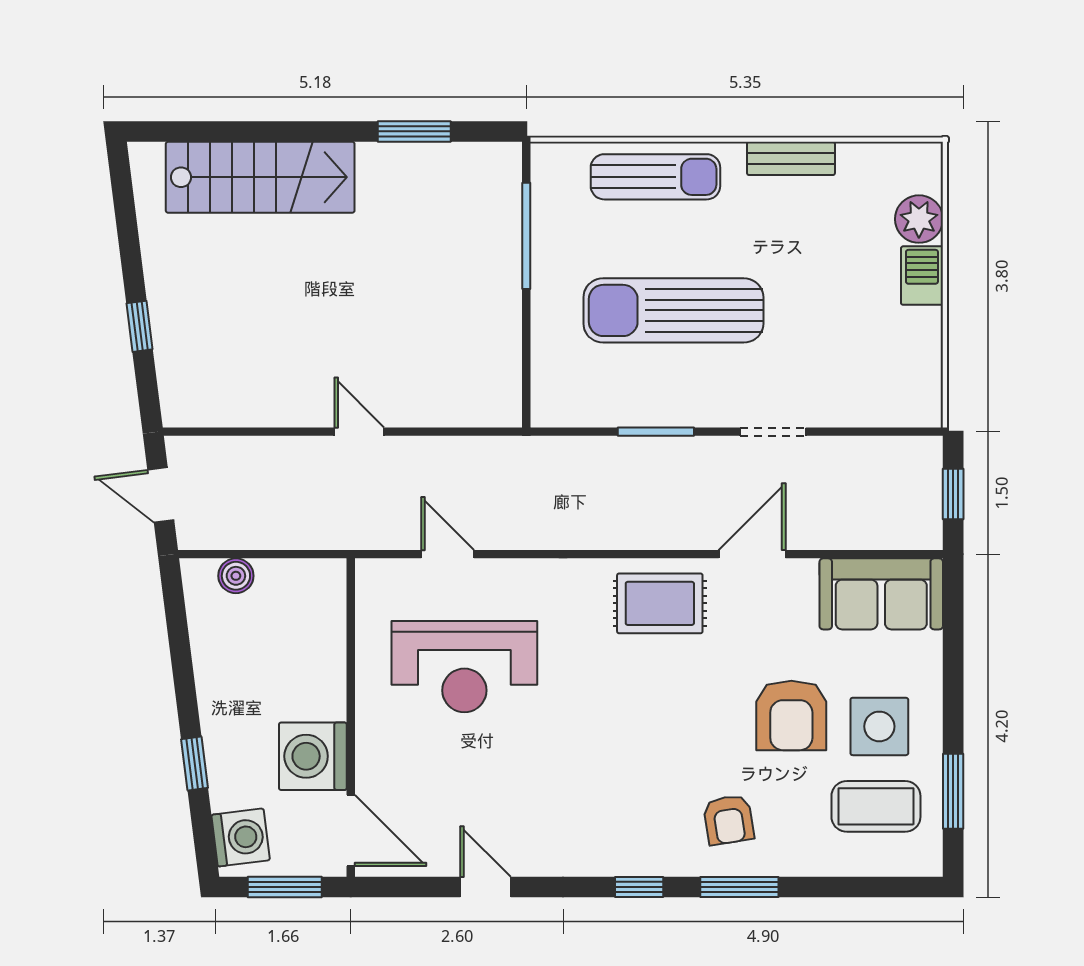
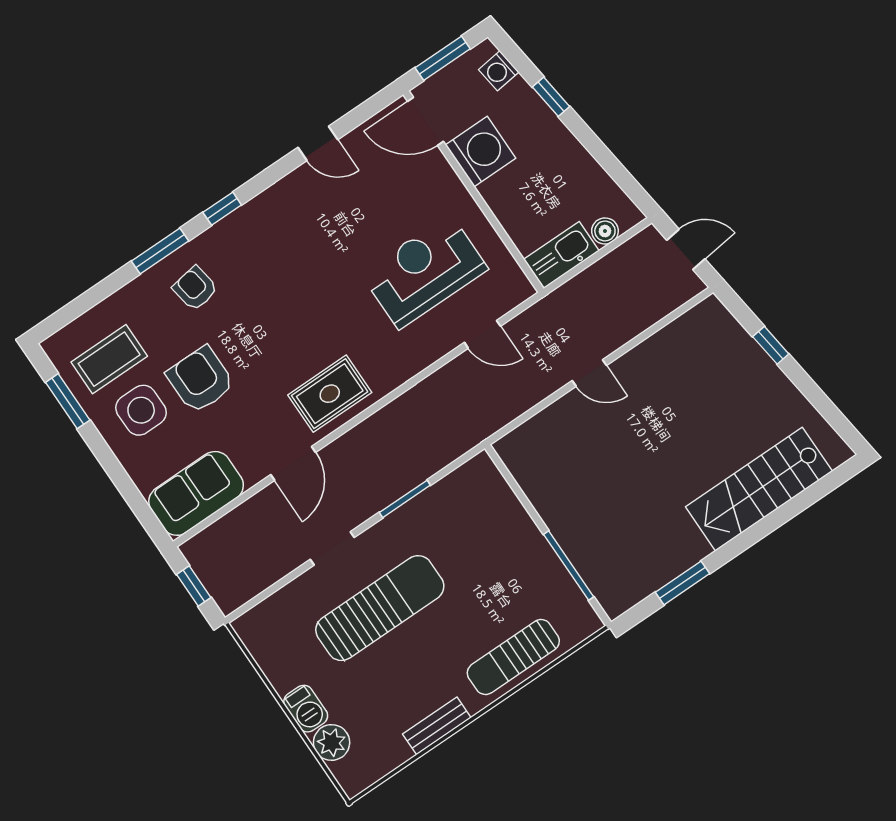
sun lounger: (673, 310) -> (380, 608), moved
kitchen sink: (302, 582) -> (561, 255), added
washing machine: (241, 837) -> (499, 71), width x0.73, depth x0.73

